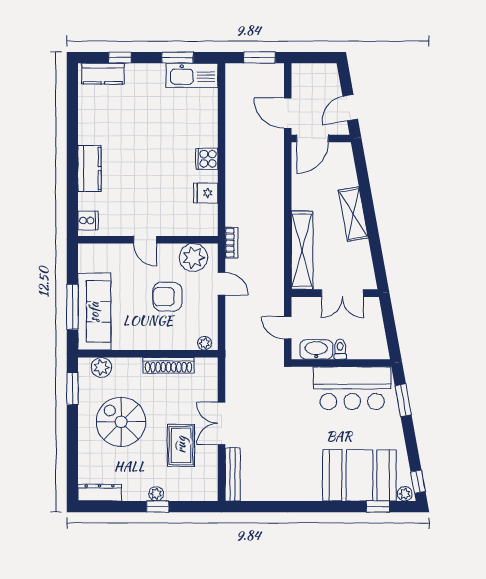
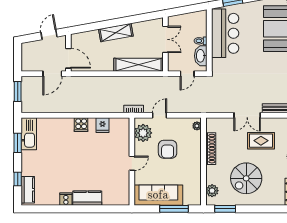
door: (350, 108) -> (49, 34), swing flipped
cooker: (88, 221) -> (66, 199), moved
sofa: (94, 312) -> (158, 195), moved

